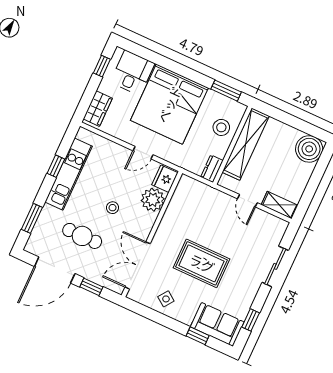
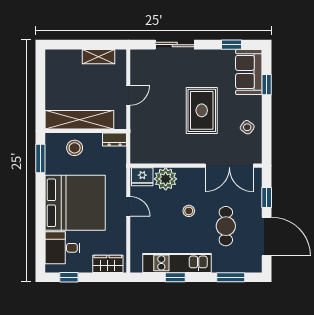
boiler: (309, 149) -> (58, 62), removed
shelving: (280, 205) -> (99, 57), moved, turned 90

